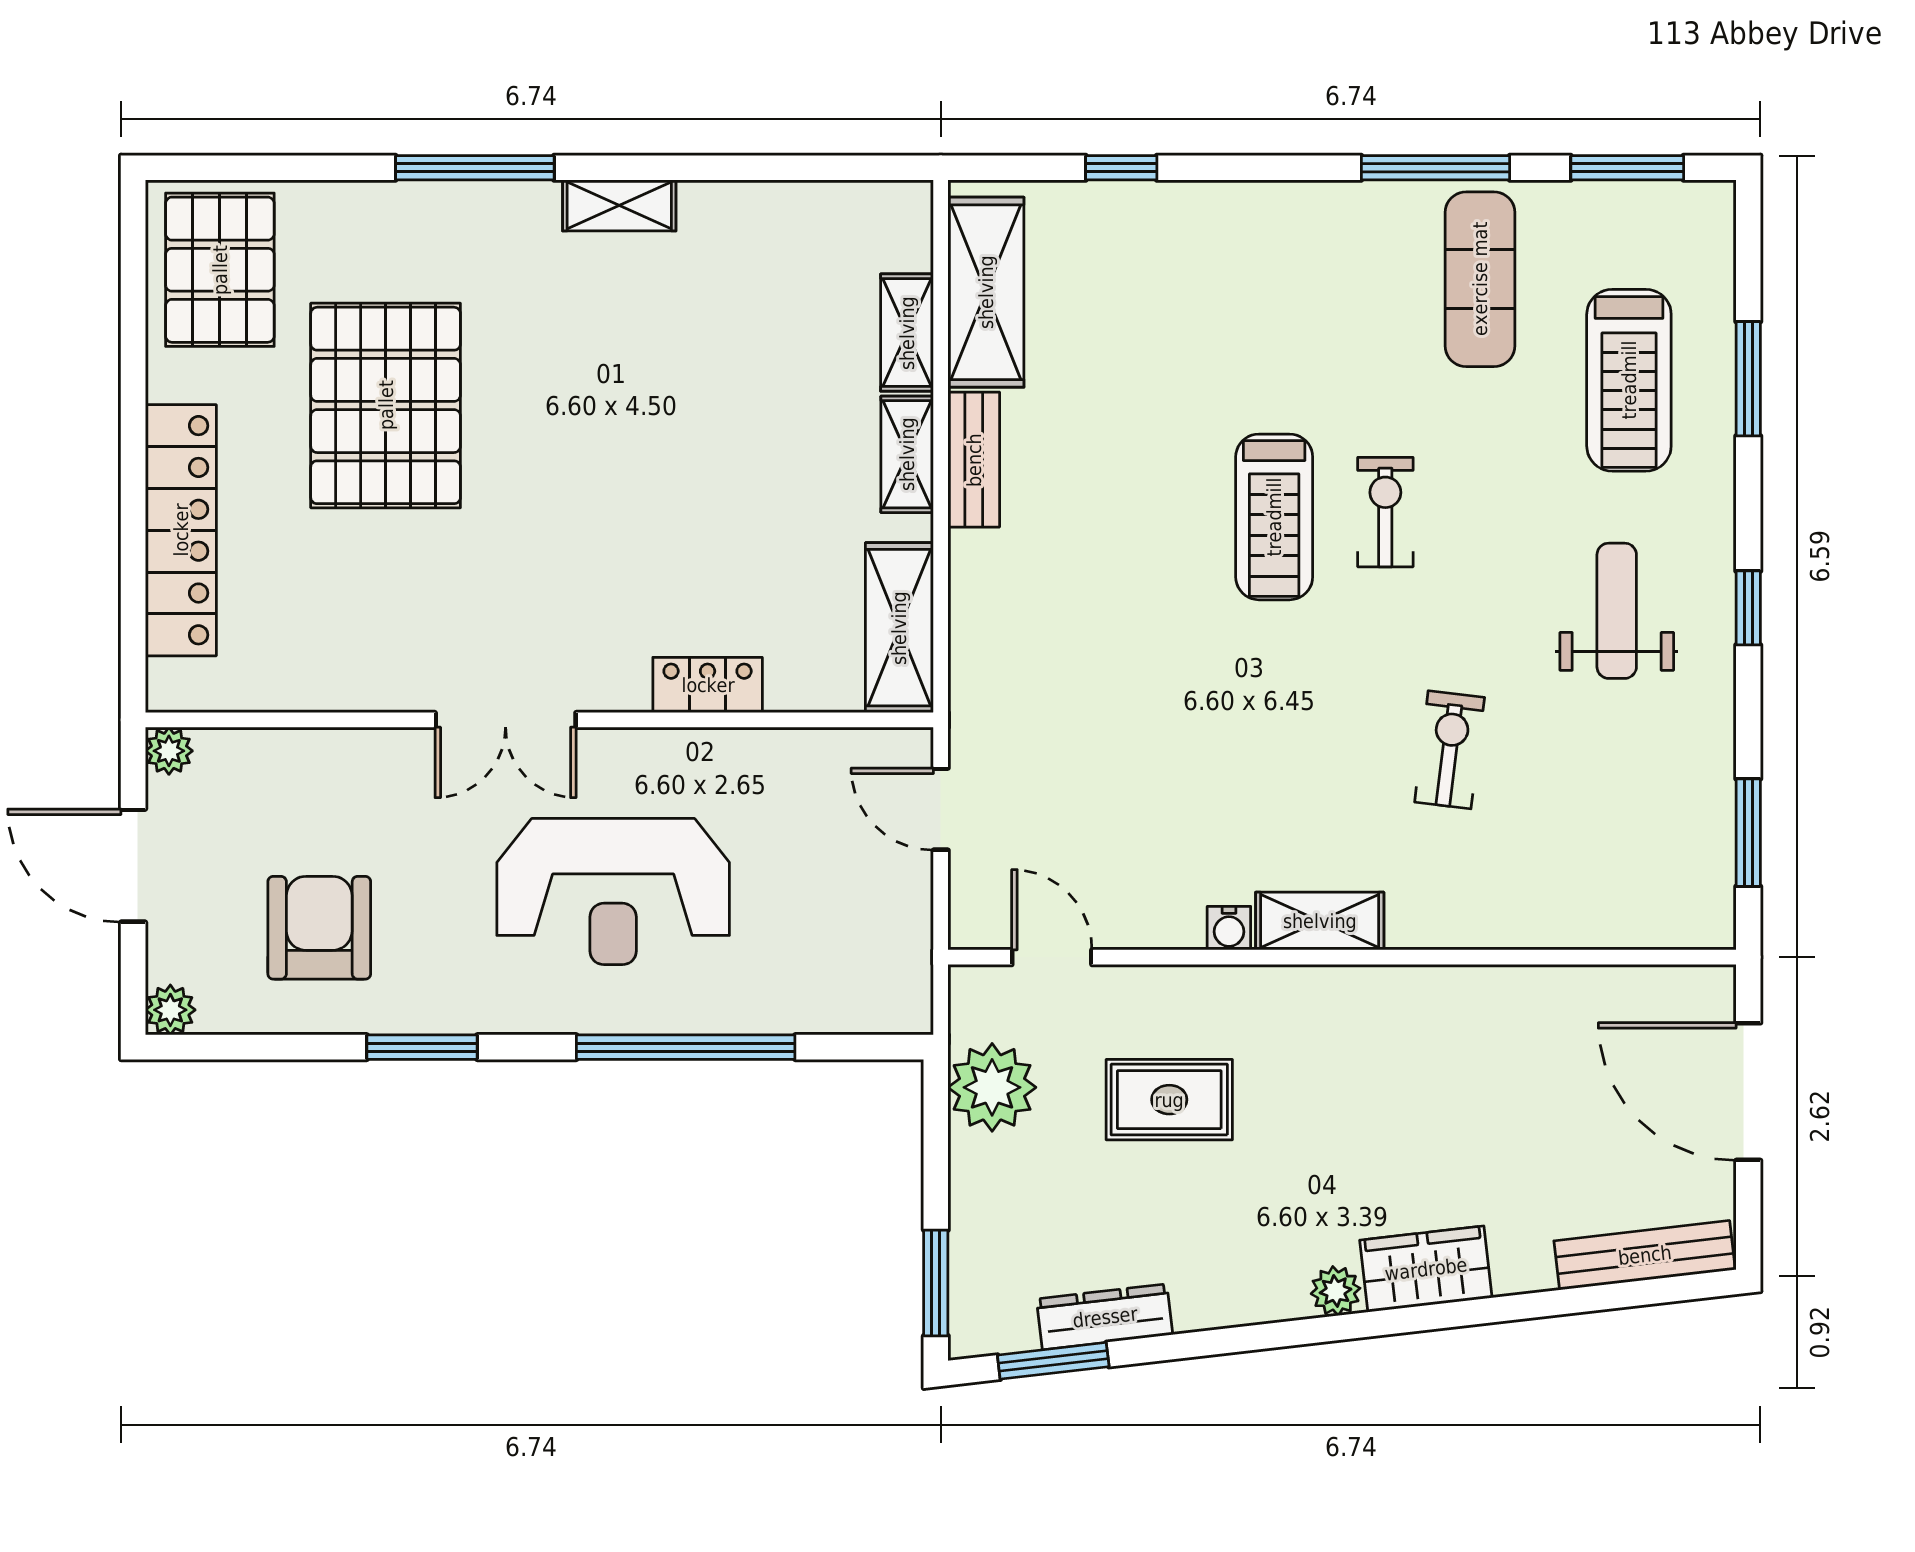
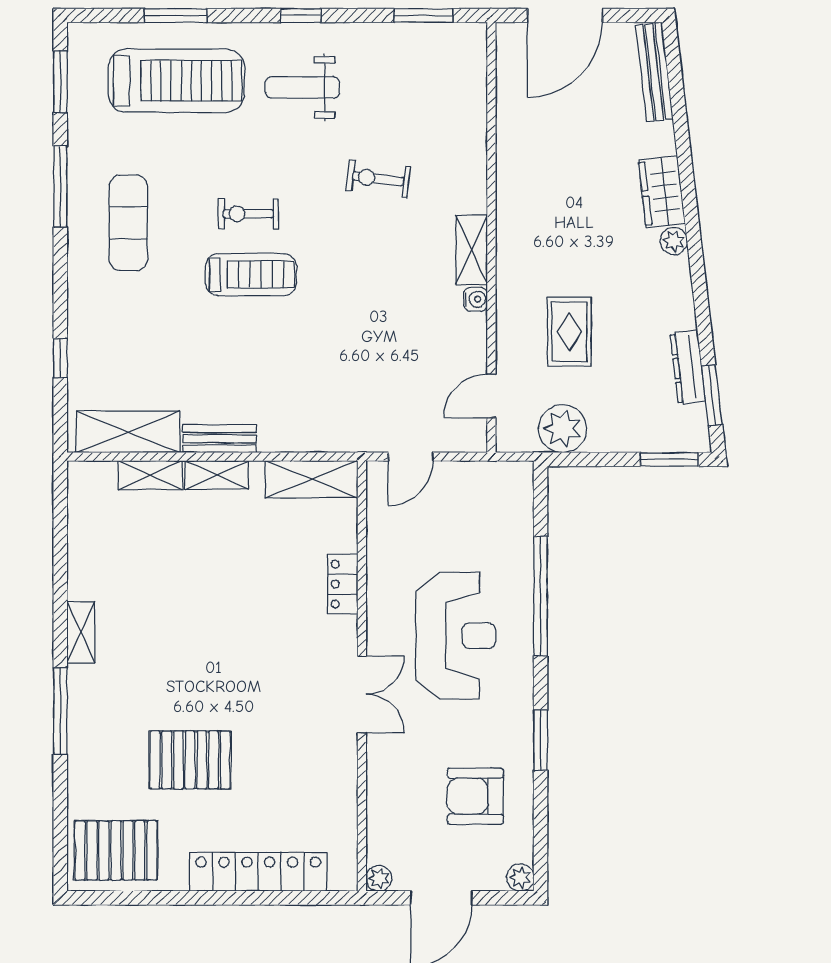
exercise mat: (1480, 279) -> (128, 223), moved, turned 90
treadmill: (1629, 380) -> (176, 81), width x1.37, depth x1.38
pallet: (386, 405) -> (190, 760), width x0.73, depth x0.71

